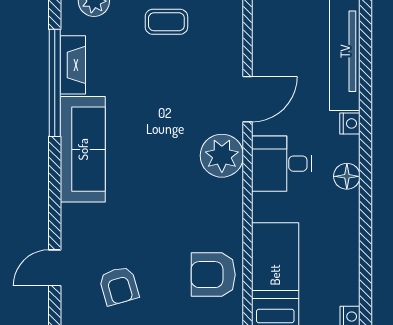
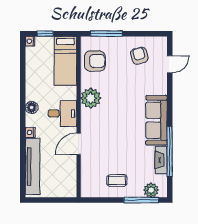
plant: (222, 156) -> (91, 98), moved

